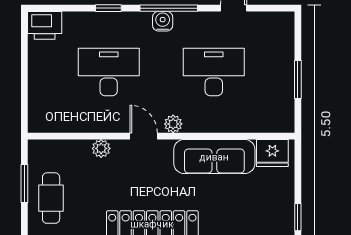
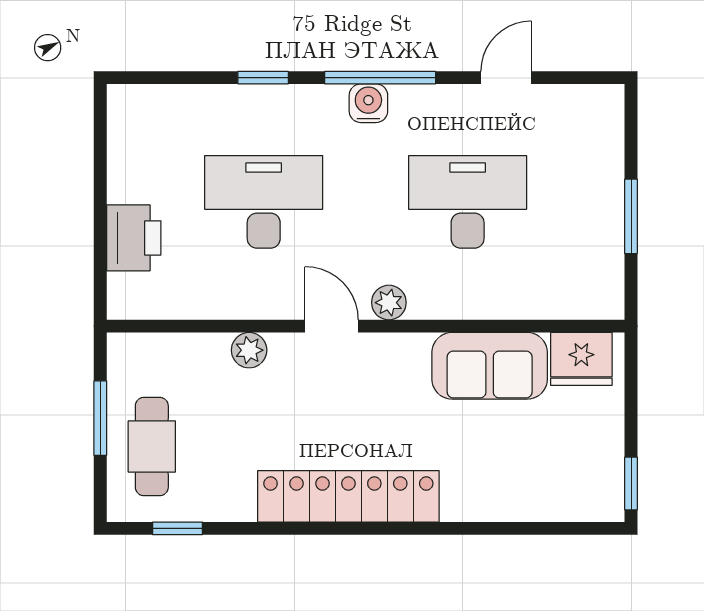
printer: (45, 25) -> (134, 238), moved, turned -90
sofa: (214, 157) -> (490, 366), width x0.73

